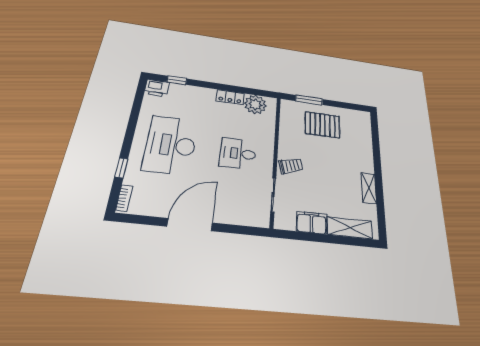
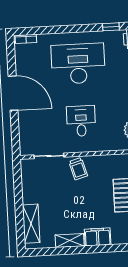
window: (121, 168) -> (111, 27), moved
filing cabinet: (312, 223) -> (98, 237), moved, turned -90

